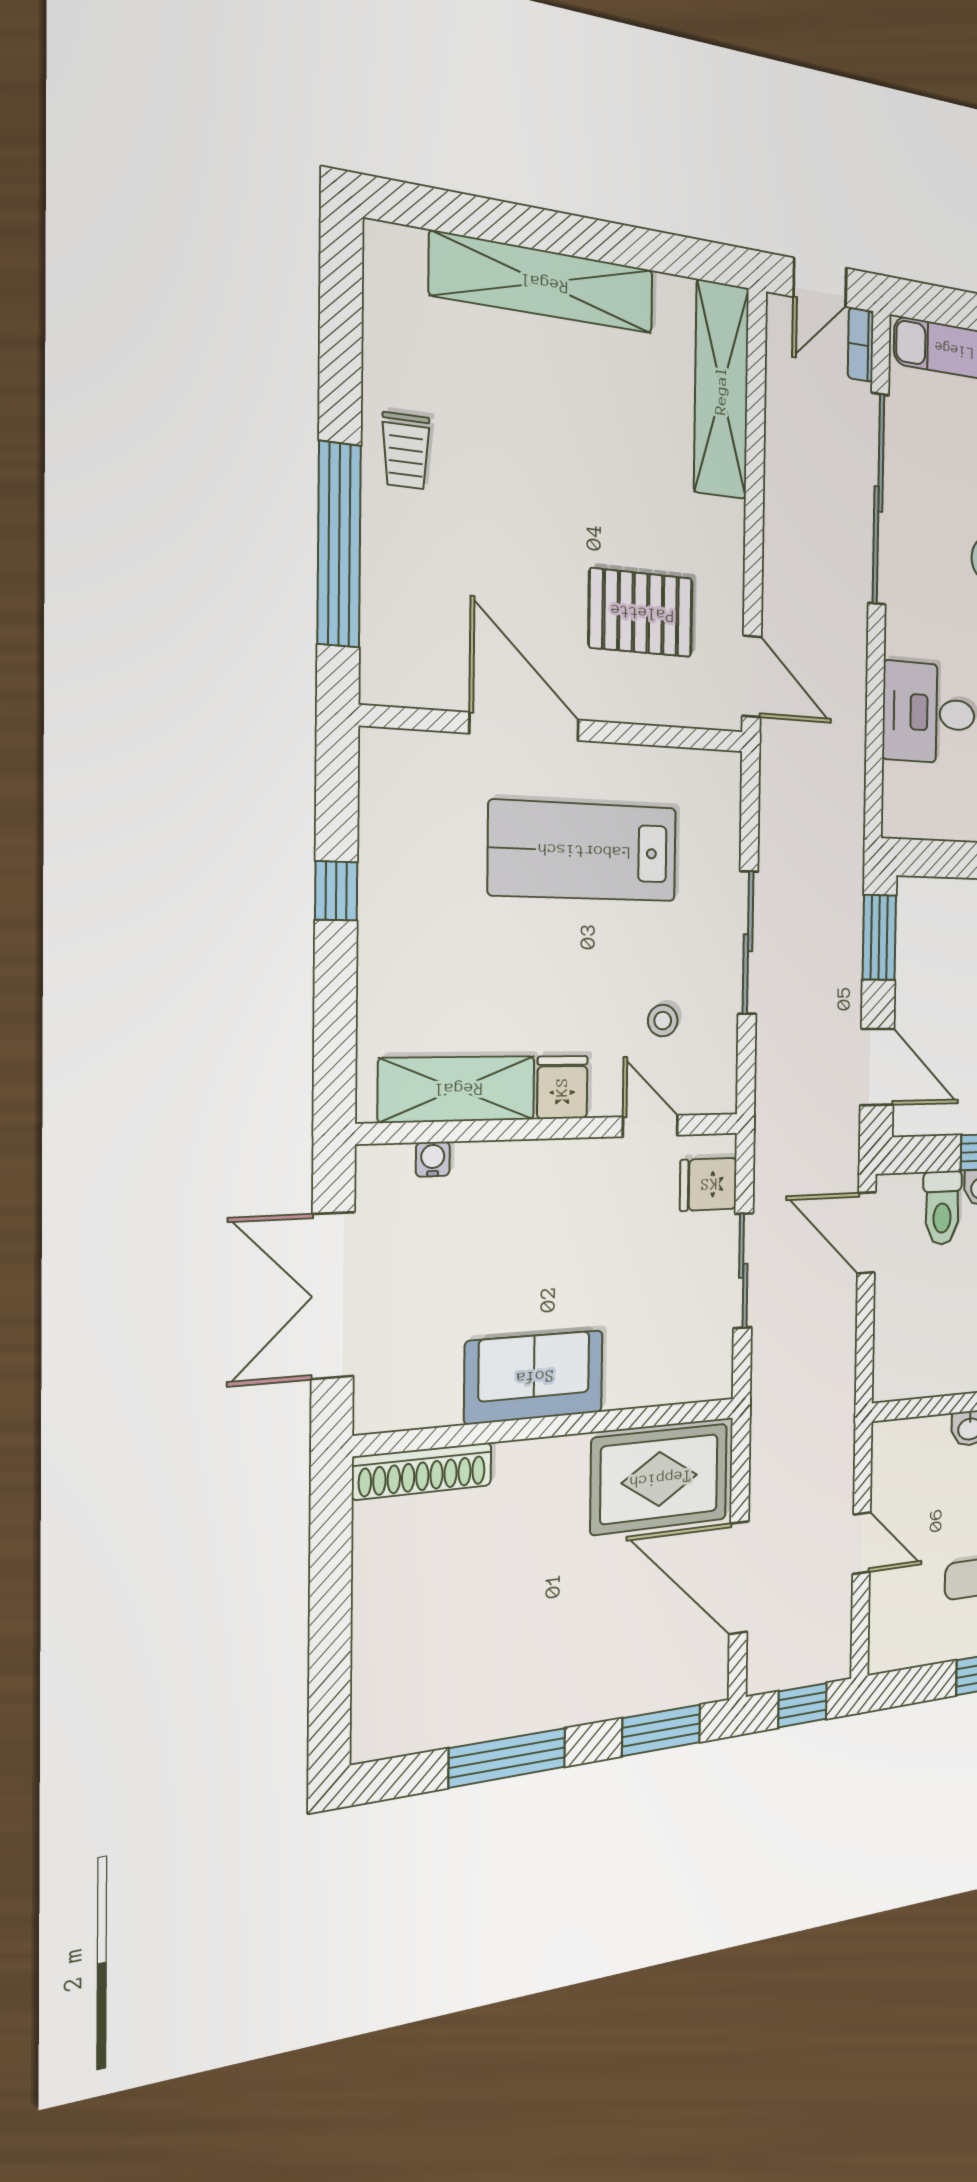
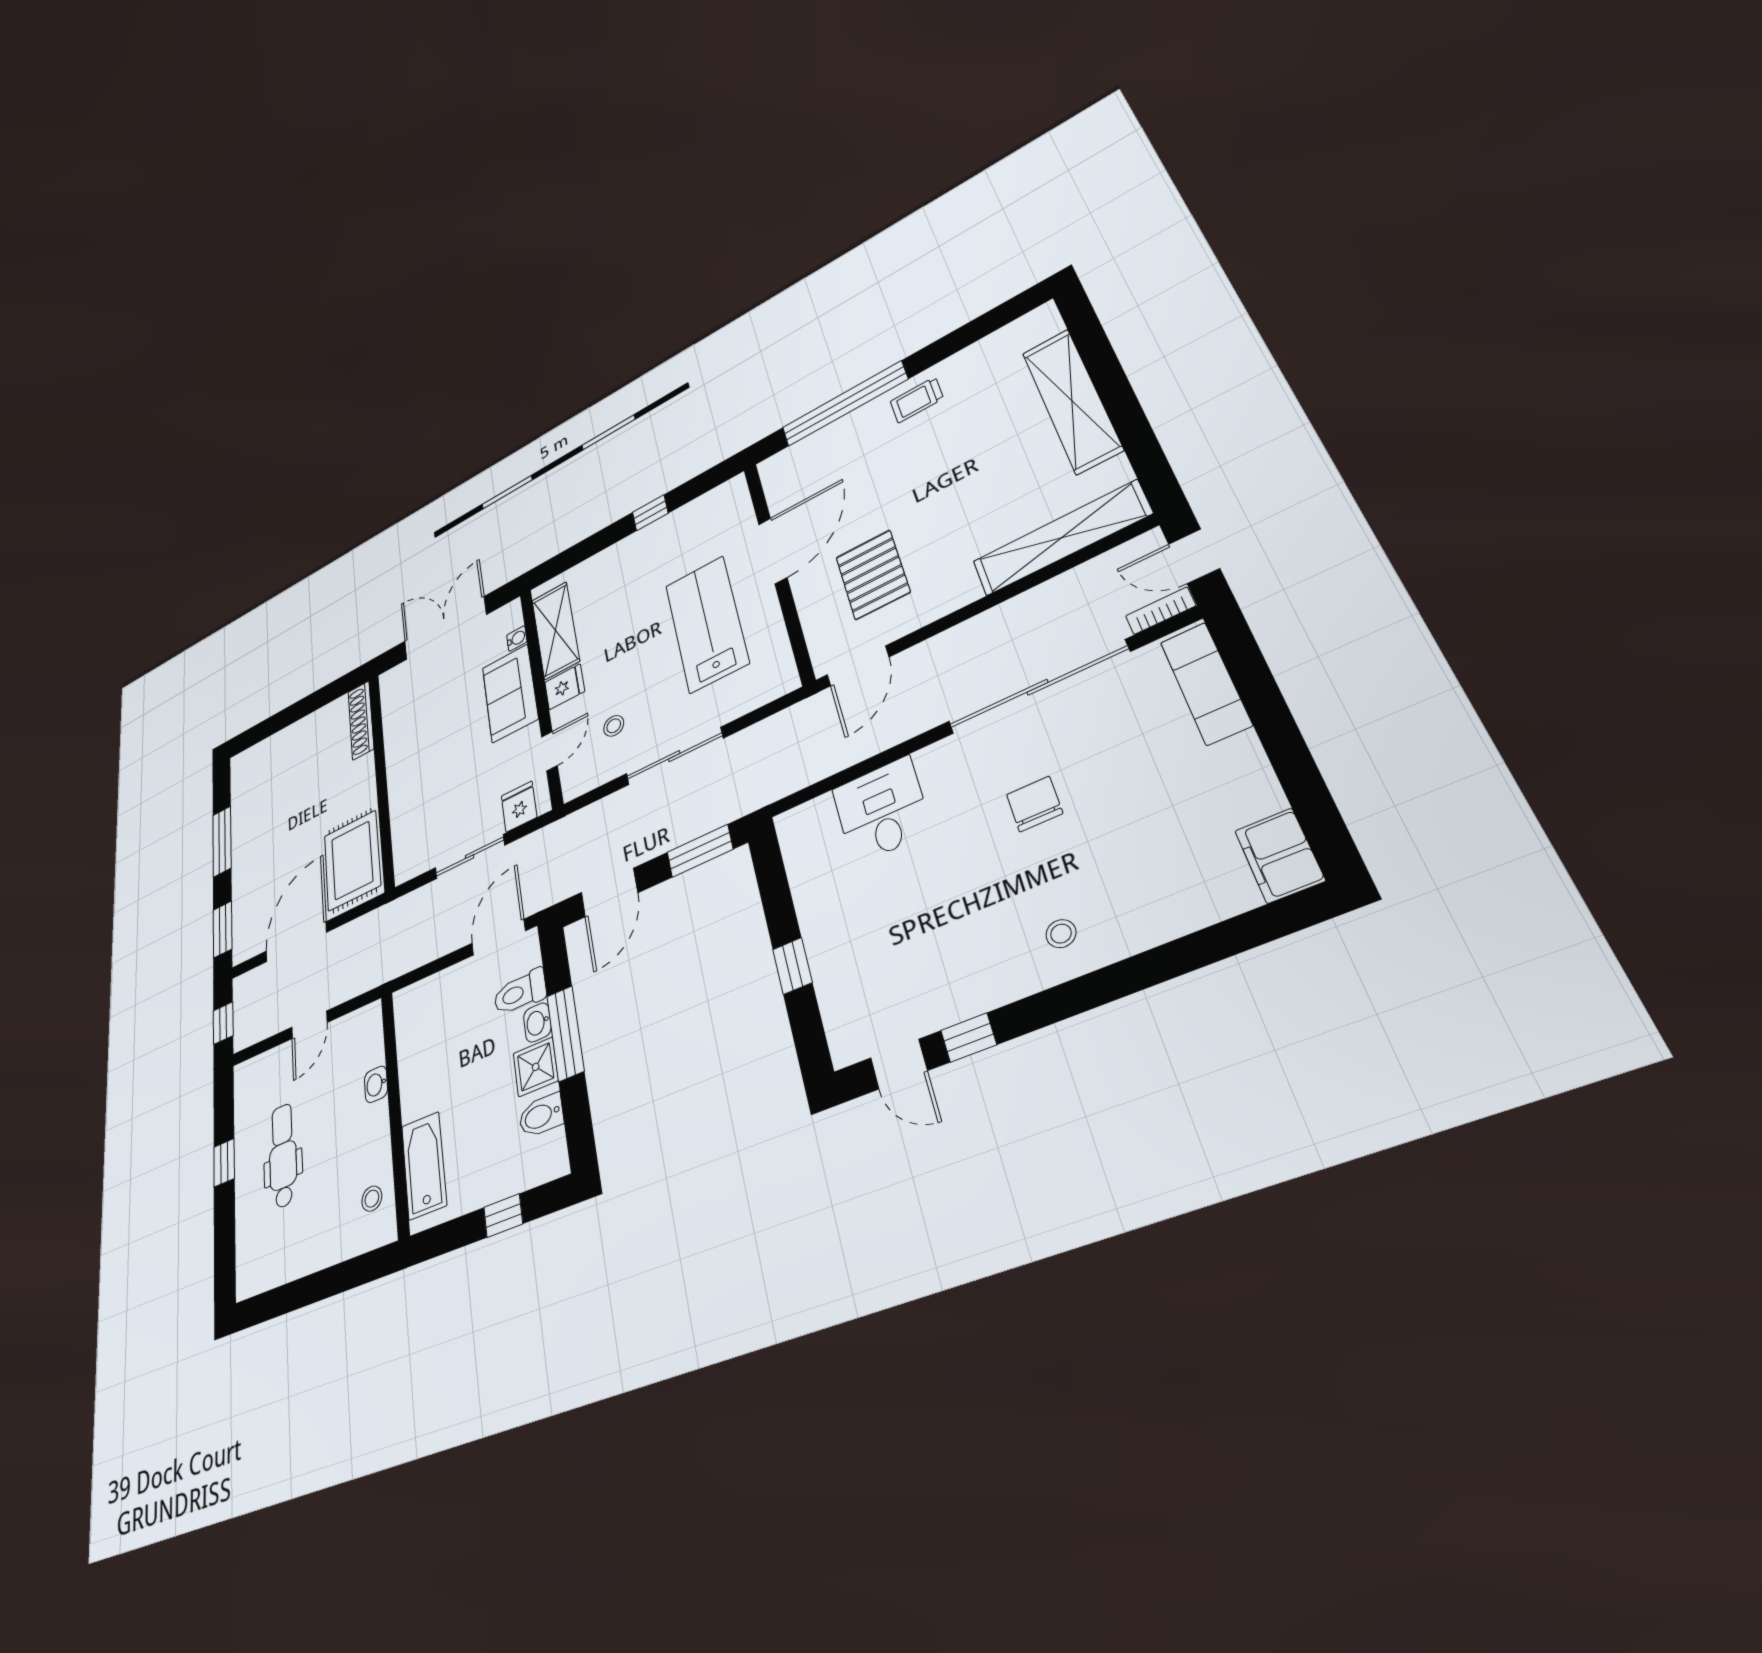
sofa: (534, 1377) -> (510, 693), moved, turned 180

